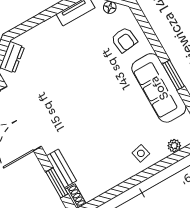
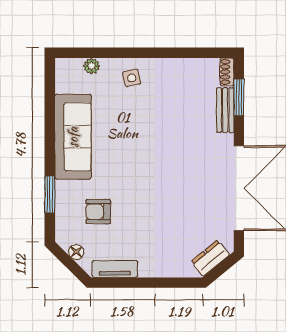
armchair: (124, 40) -> (98, 212), moved, turned -83
window: (173, 75) -> (50, 194), moved

